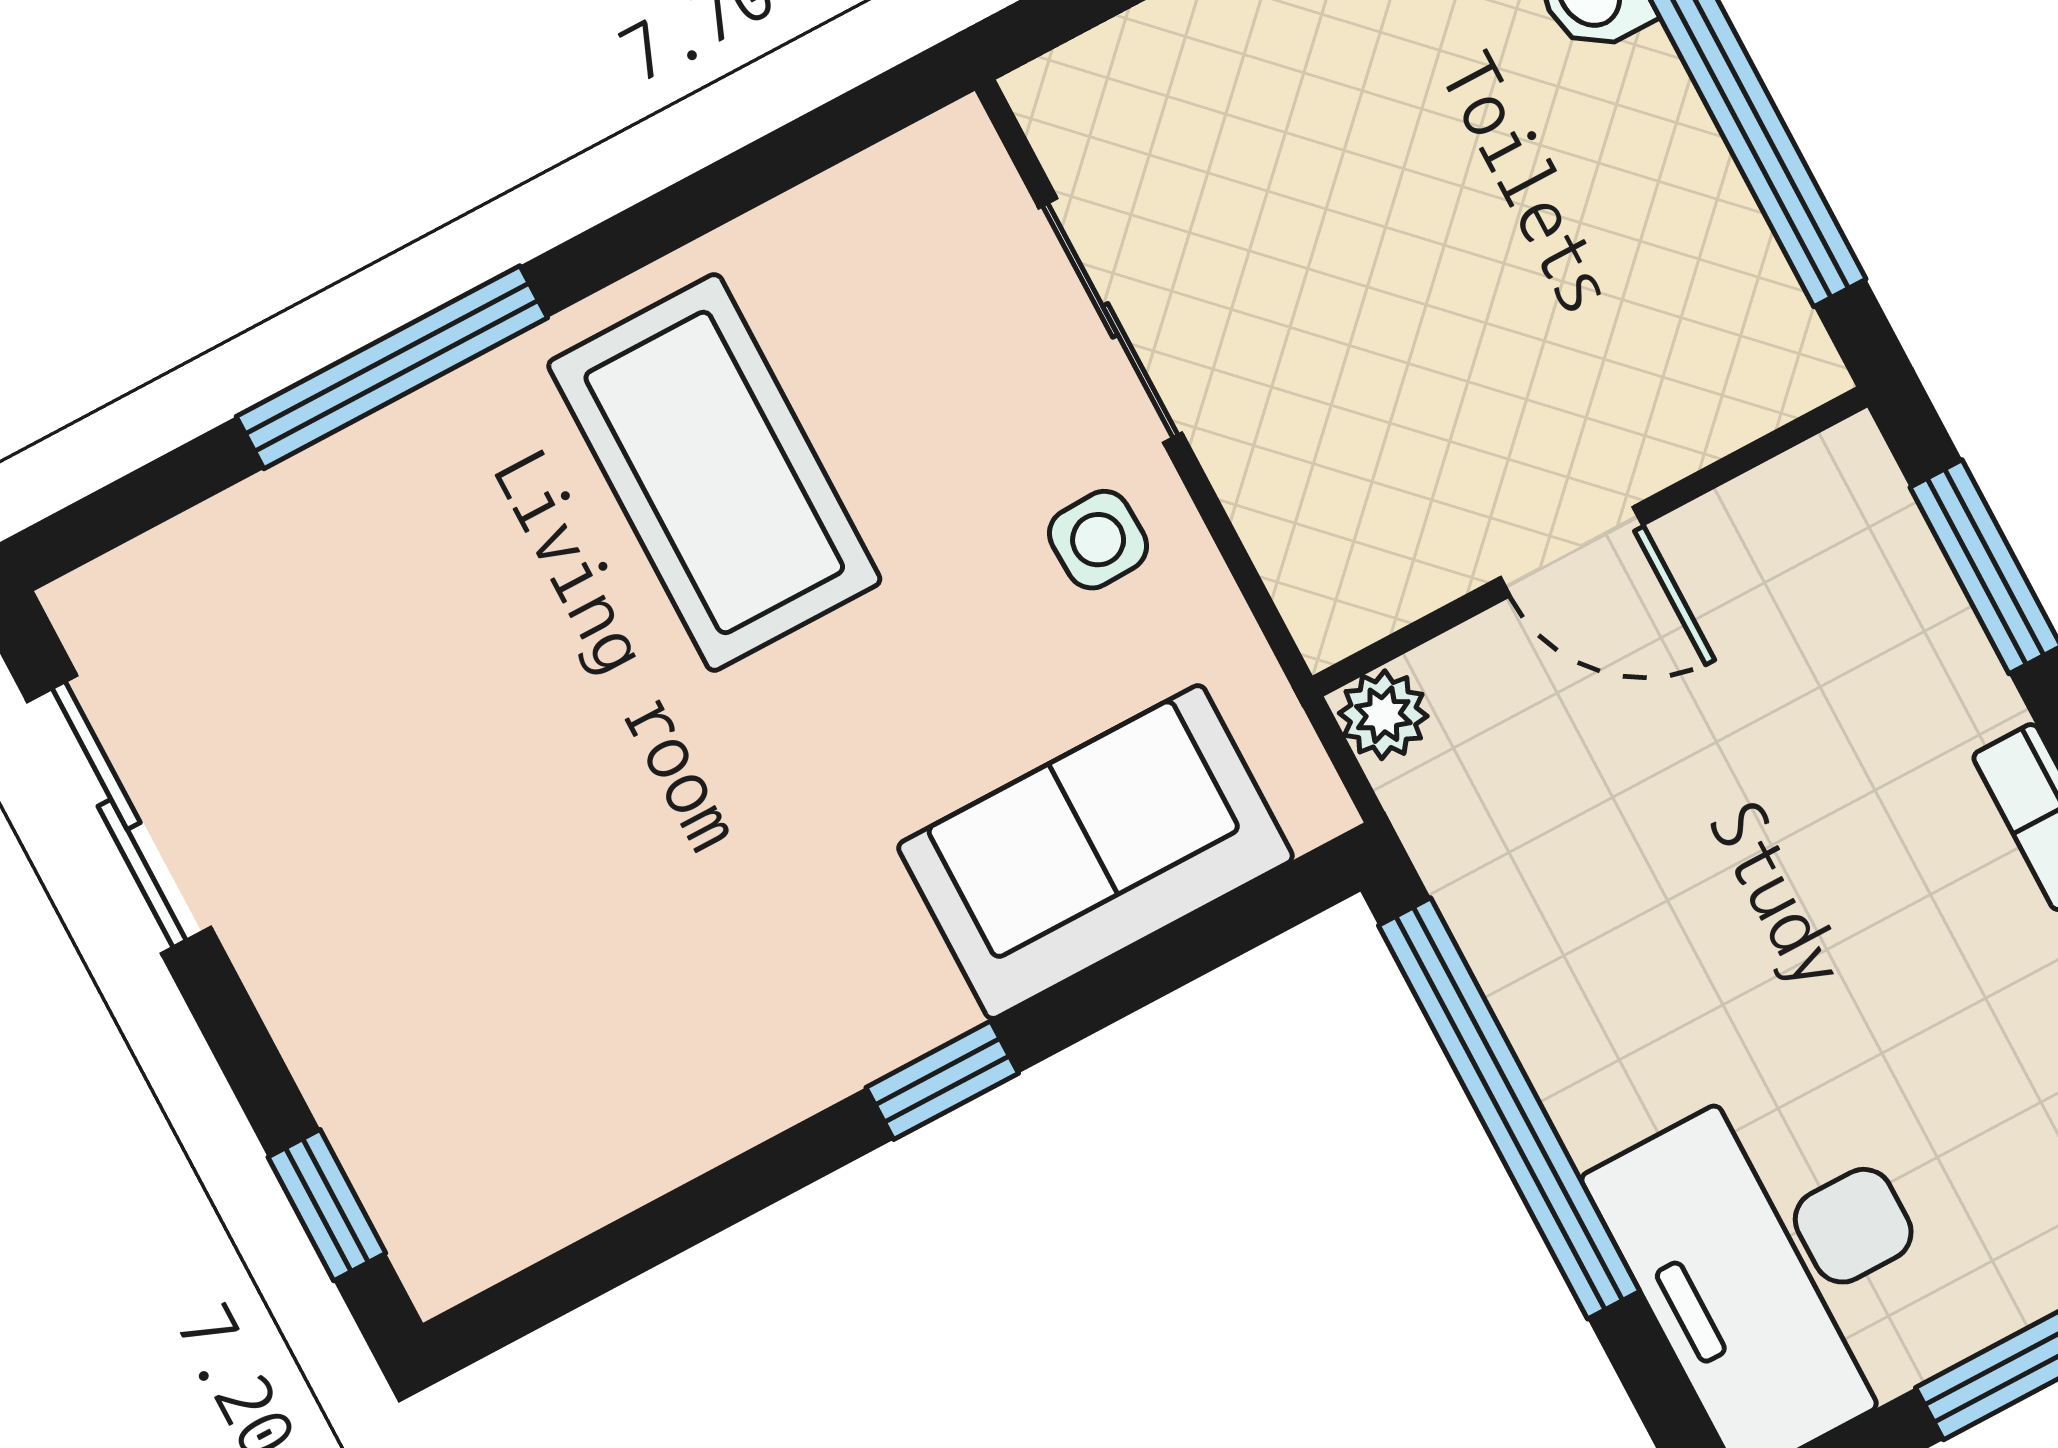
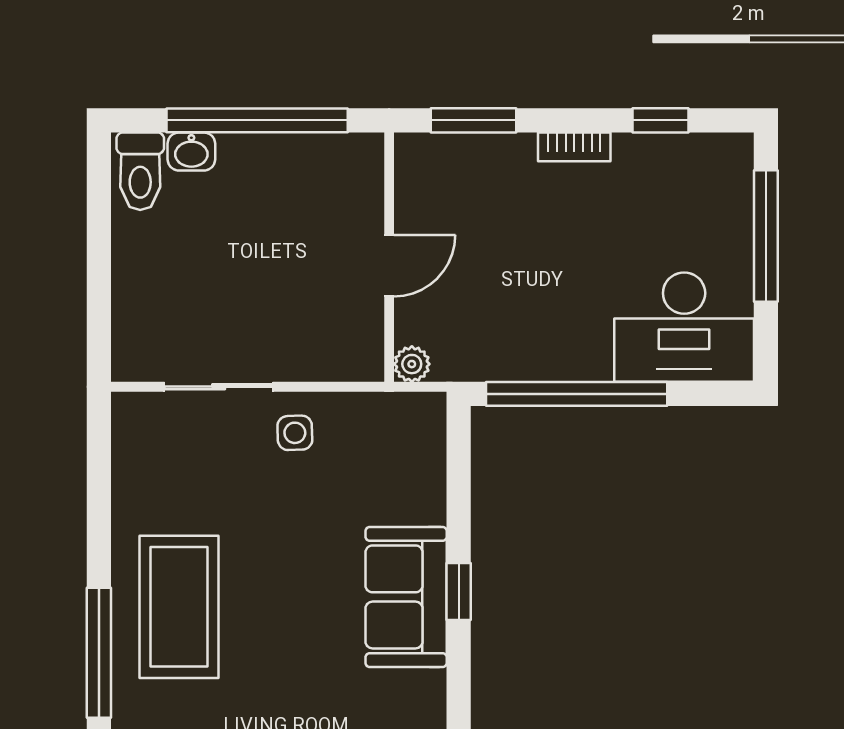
coffee table: (714, 472) -> (179, 607), moved, turned 90
sofa: (1095, 852) -> (406, 597), moved

